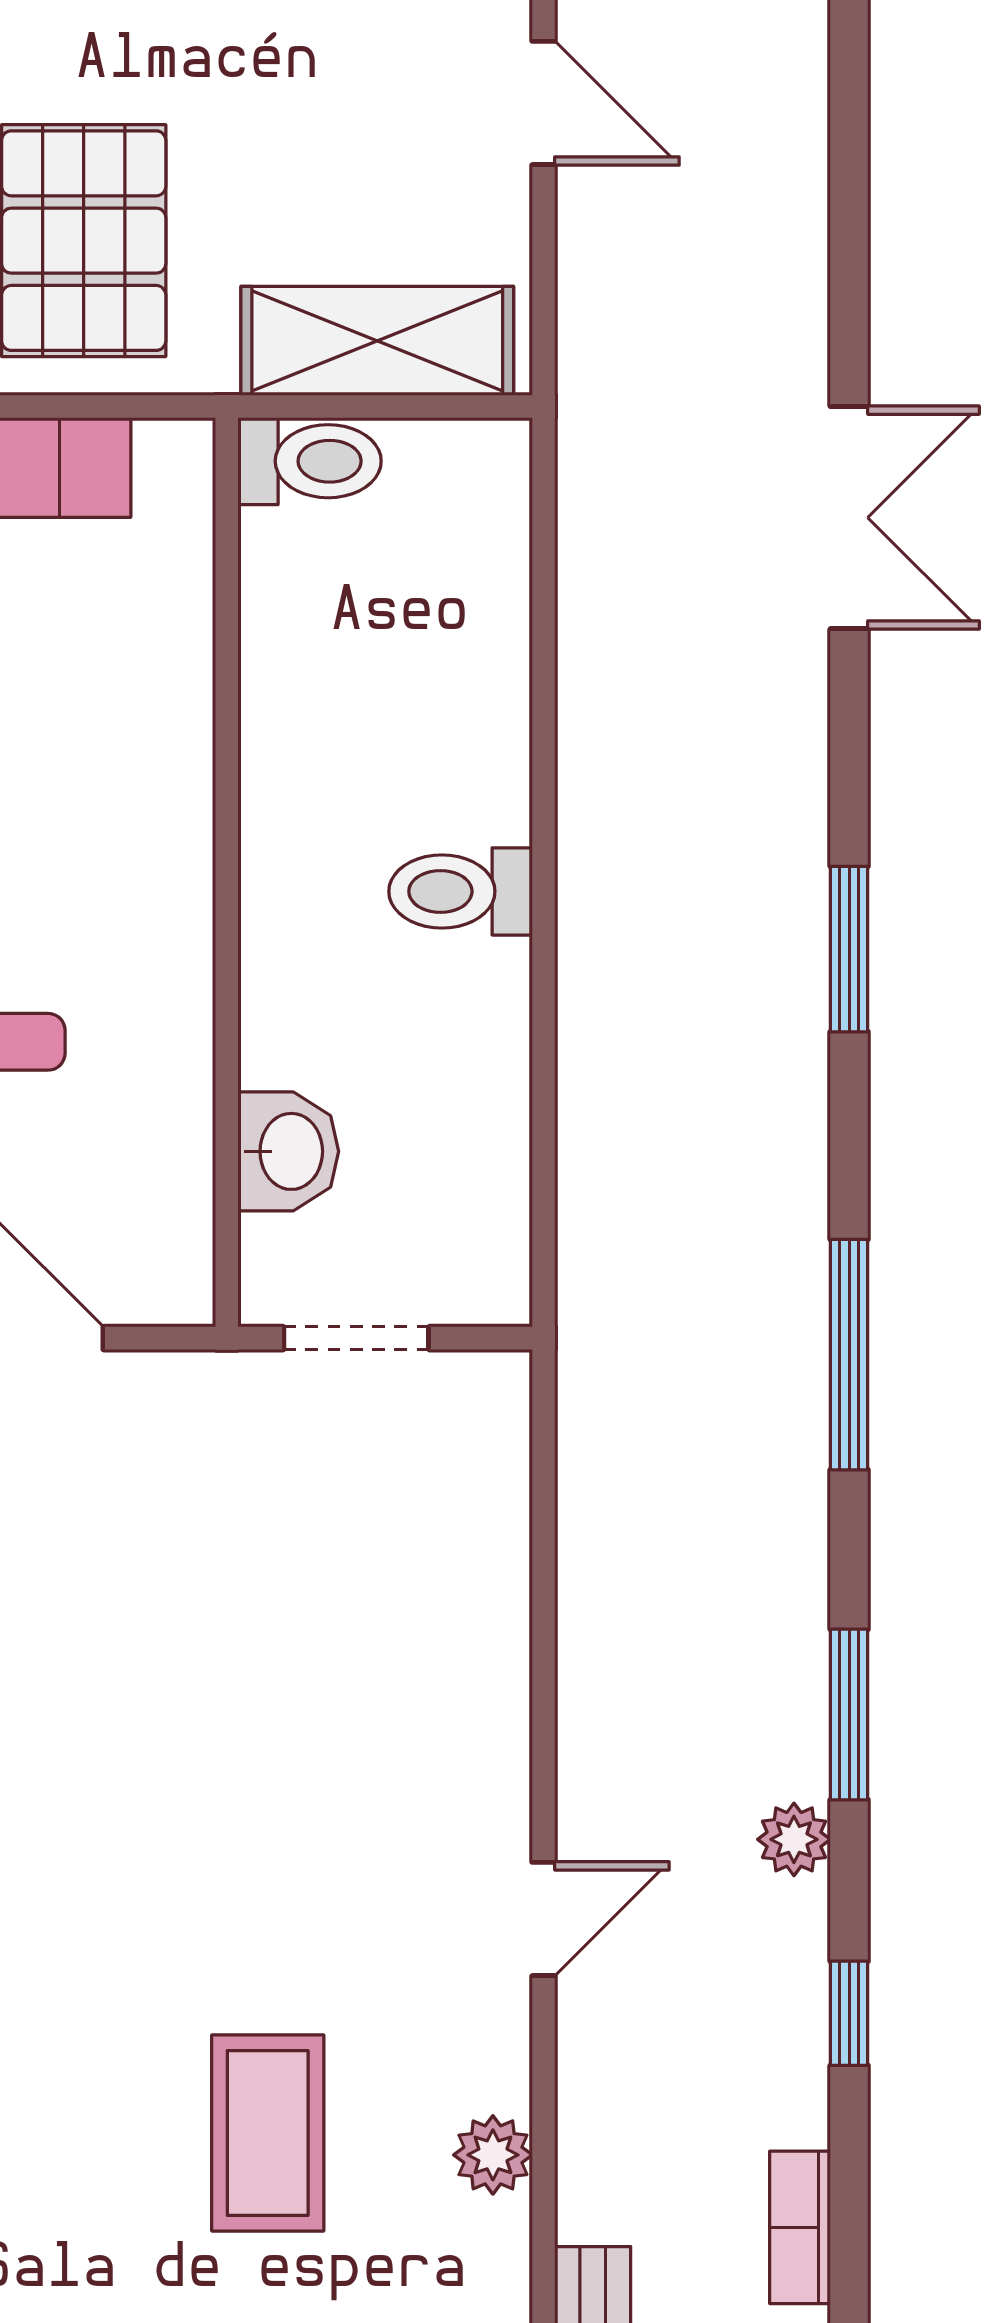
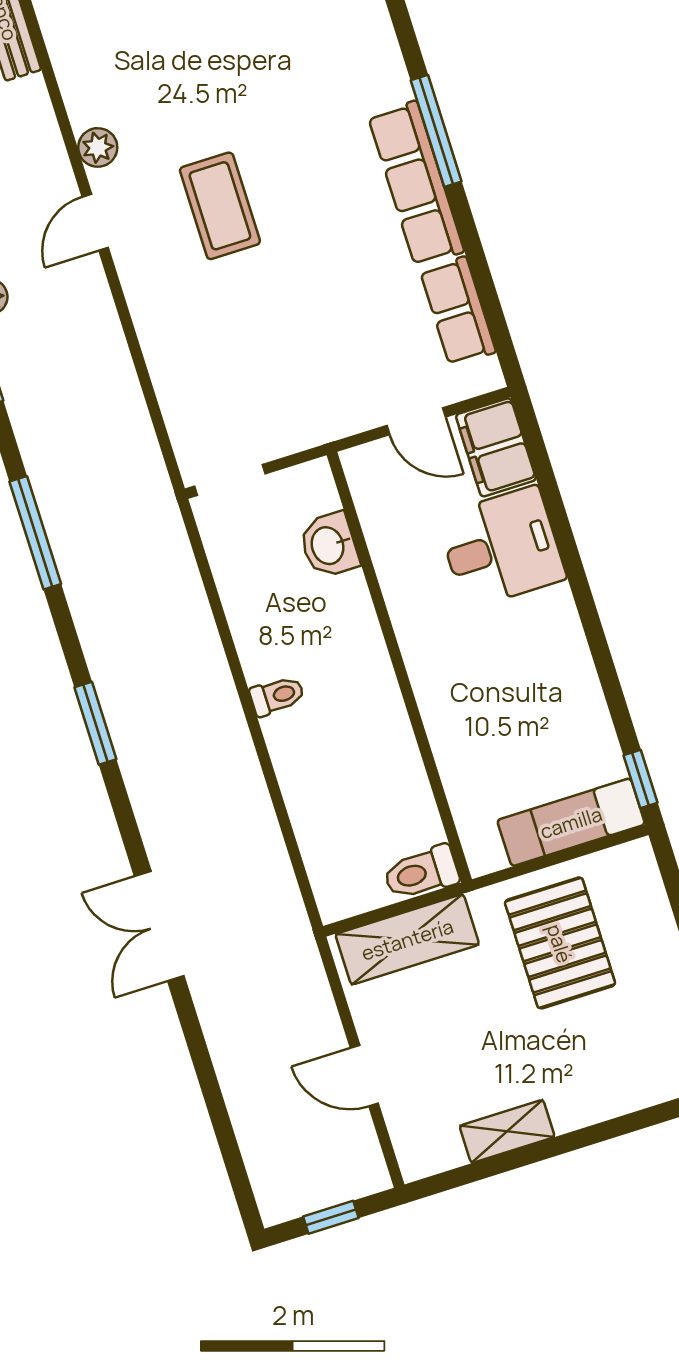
toilet: (461, 891) -> (277, 696), width x0.73, depth x0.72
doorway: (356, 1338) -> (230, 480), moved
coffee table: (268, 2133) -> (220, 206), moved
plant: (493, 2155) -> (98, 147), moved

